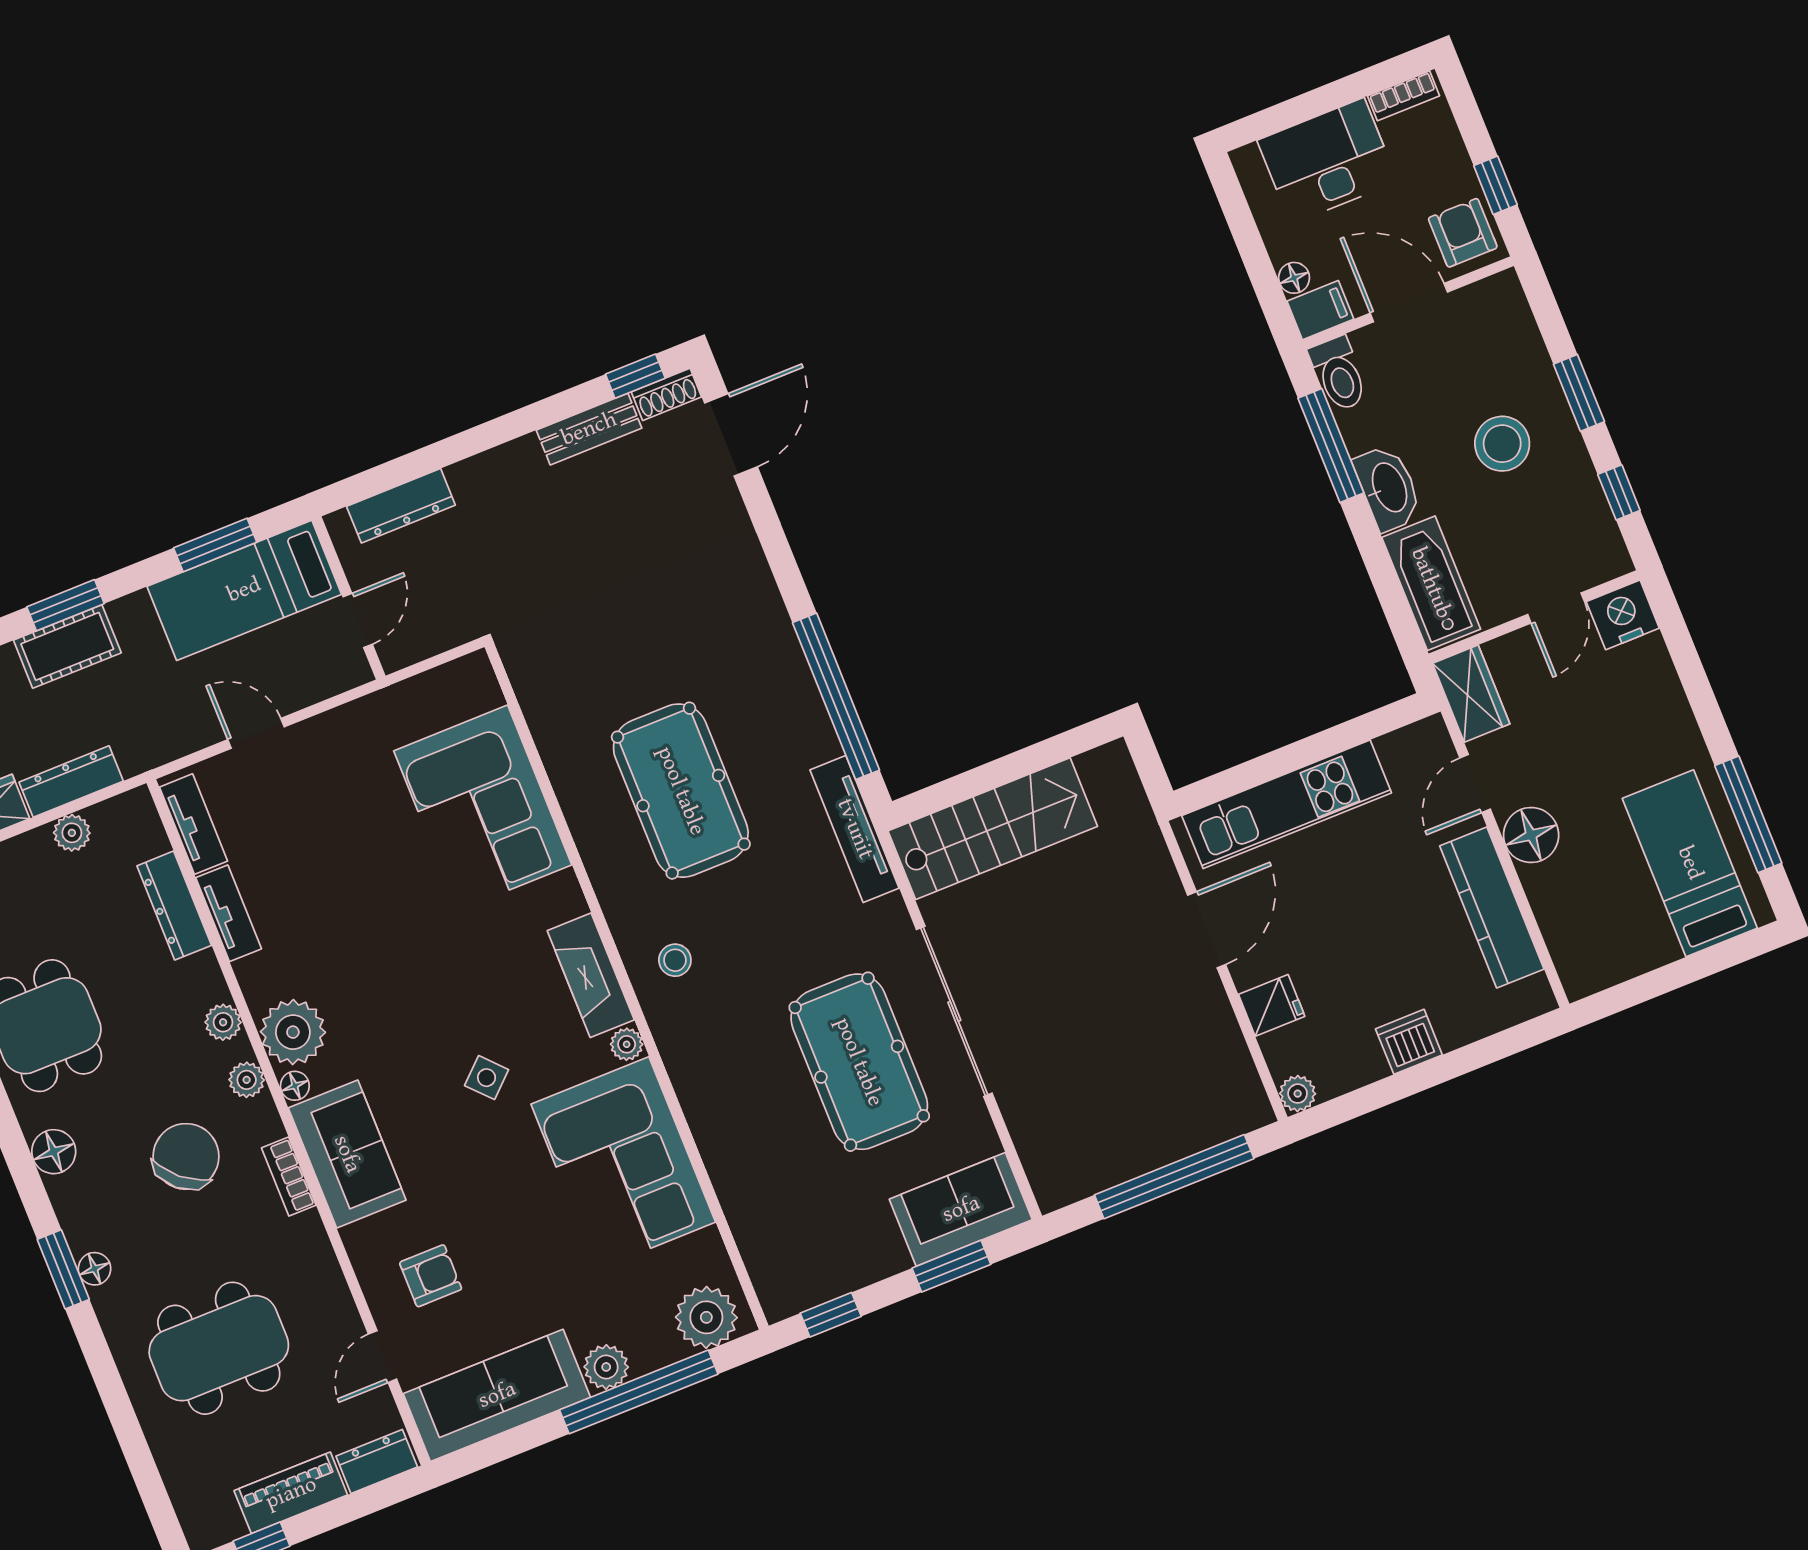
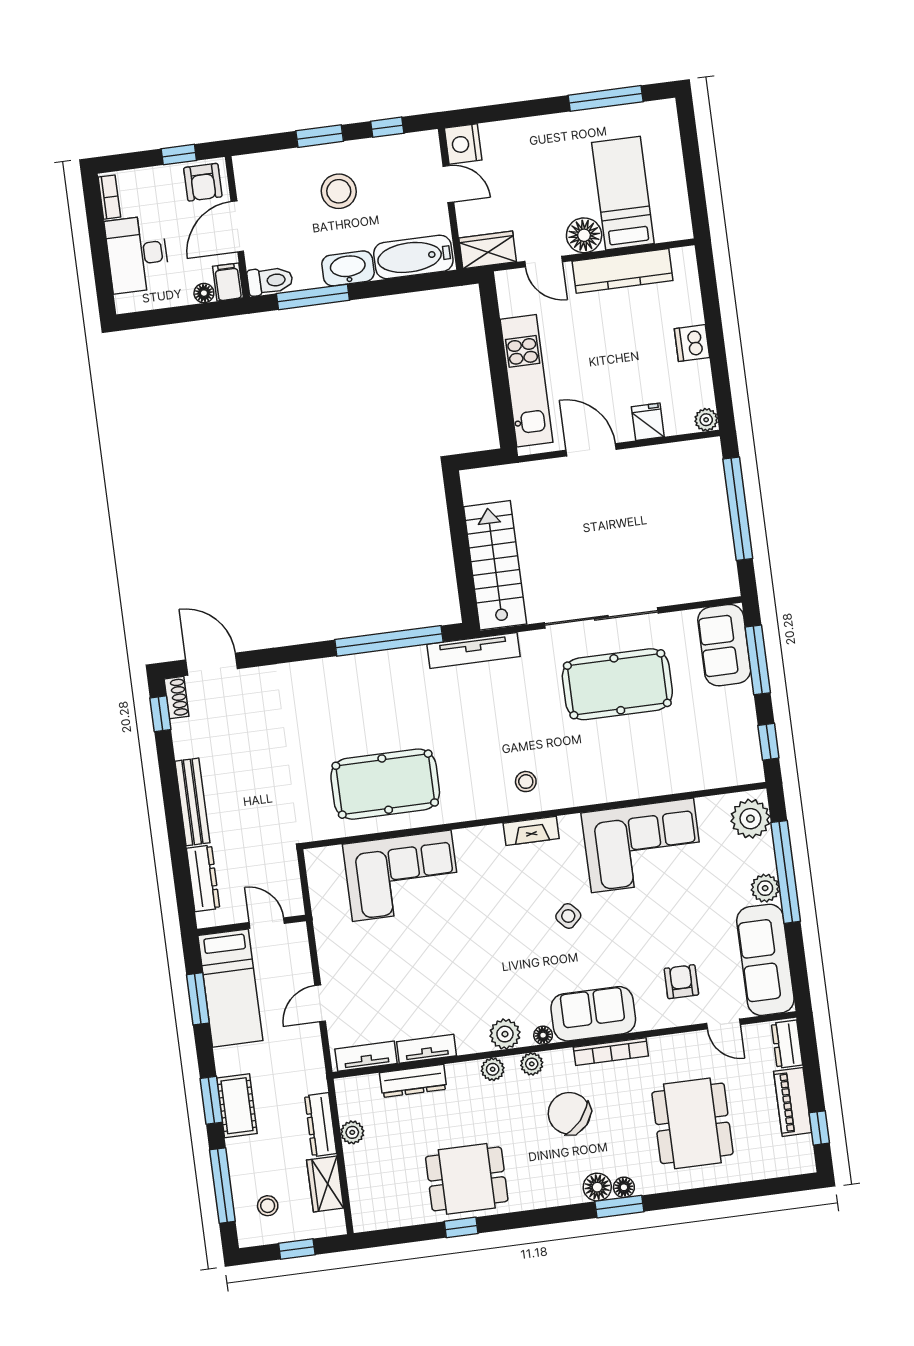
armchair: (1463, 233) -> (203, 182), turned -90
bench: (589, 429) -> (192, 802), moved, width x1.36
pool table: (681, 791) -> (385, 784), moved
bed: (1690, 863) -> (623, 193), moved, turned 90
fireplace: (591, 975) -> (531, 831), width x0.73, depth x0.76
plant: (293, 1032) -> (505, 1034), width x0.73, depth x0.73
plant: (627, 1044) -> (570, 825), removed
floor lamp: (54, 1152) -> (597, 1187), moved
bookcase: (289, 1177) -> (611, 1052), width x1.56
window: (951, 1266) -> (758, 660), width x1.44

